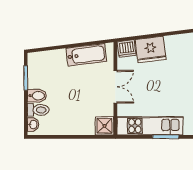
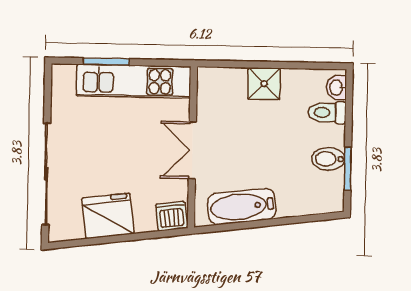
fridge: (151, 50) -> (108, 216), moved
bidet: (37, 96) -> (328, 159), moved
shower: (104, 126) -> (264, 84), moved

